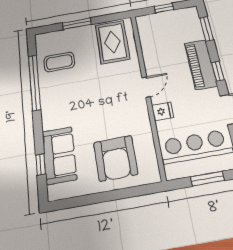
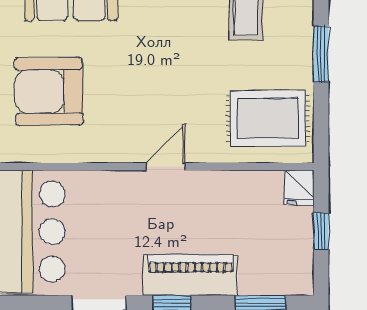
door: (146, 87) -> (166, 167), swing flipped
fridge: (163, 111) -> (299, 188), moved

